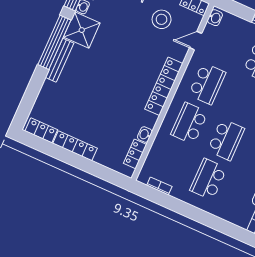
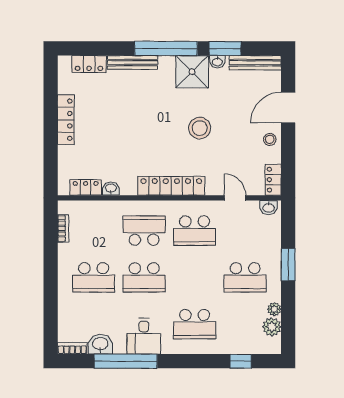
stool: (162, 19) -> (200, 128), moved
bench: (60, 60) -> (132, 63), moved
locker: (41, 130) -> (89, 64), moved, turned 90
school desk: (208, 179) -> (94, 277), turned 180

